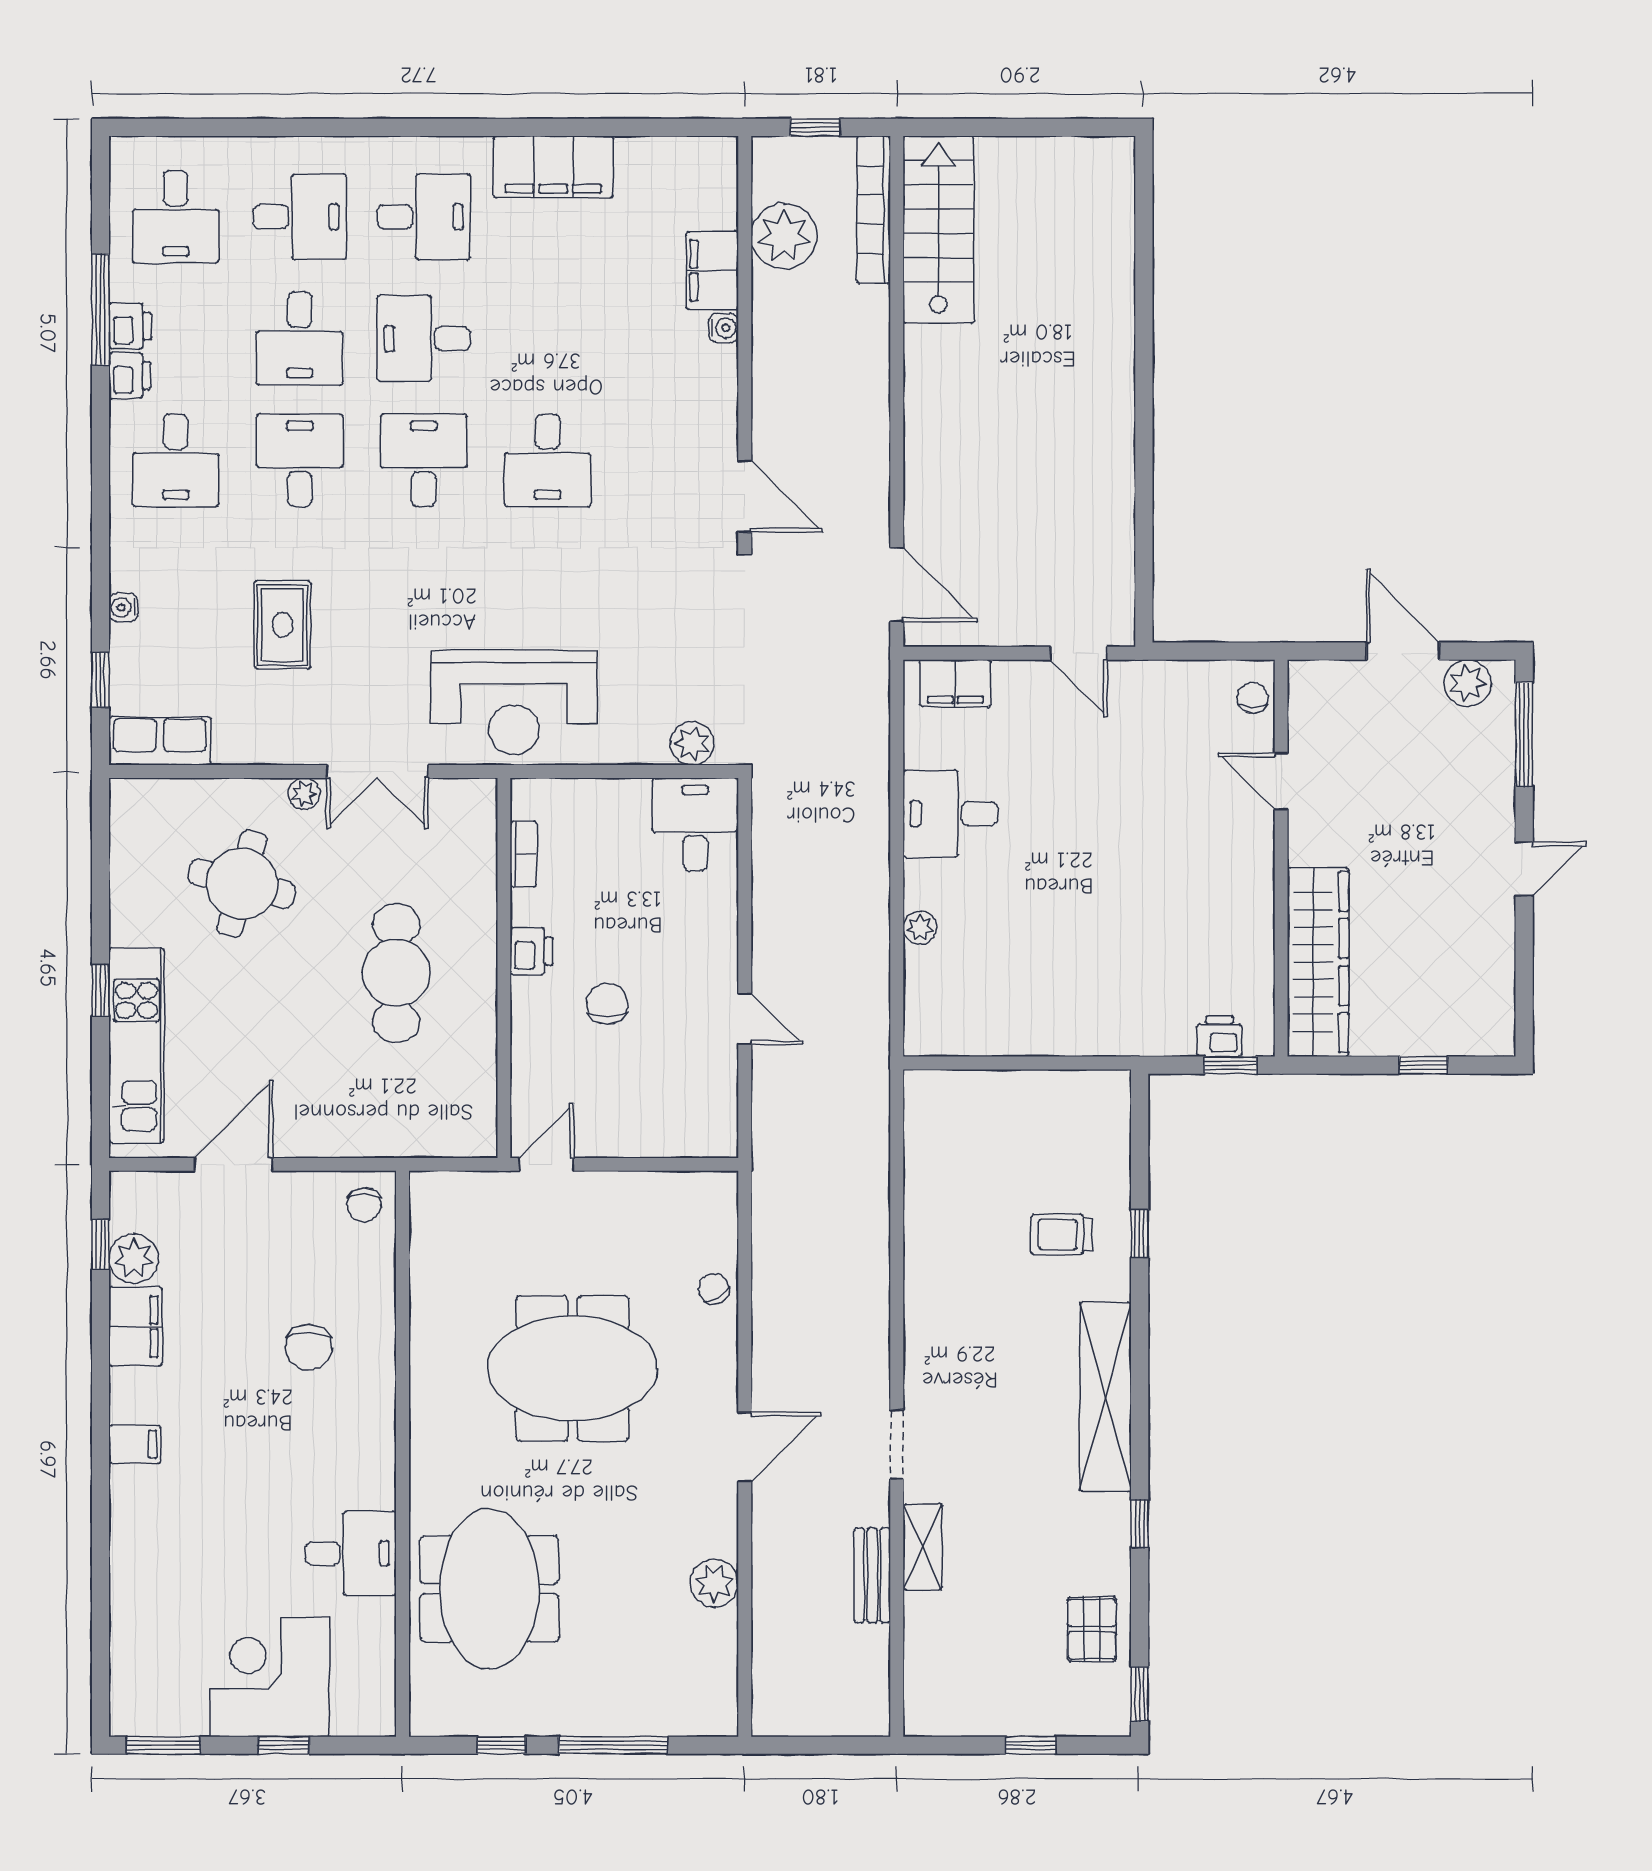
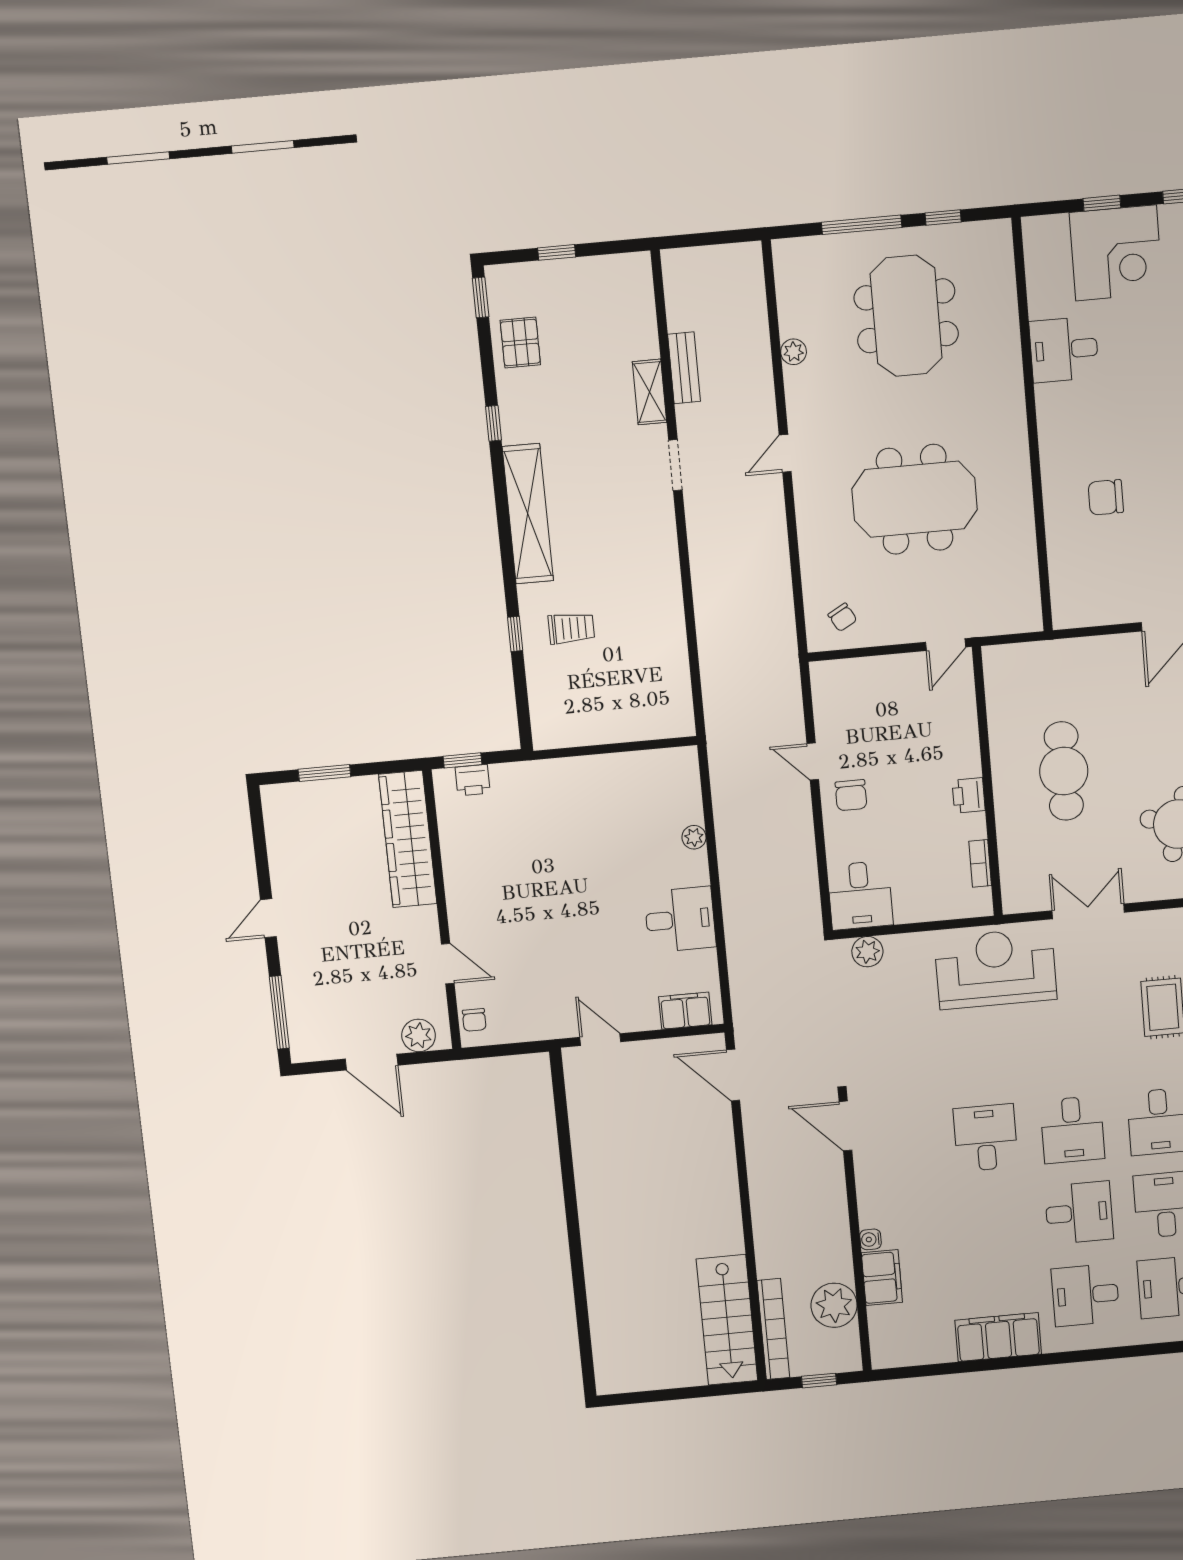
plant: (1468, 683) -> (419, 1035), moved
plant: (304, 794) -> (1139, 891), removed
chair: (607, 1004) -> (851, 795), moved
window: (1423, 1065) -> (324, 773), width x1.50
chair: (364, 1205) -> (1074, 604), removed
chair: (714, 1289) -> (842, 617), moved
chair: (309, 1347) -> (1106, 497), turned -90
door: (745, 1447) -> (785, 453), width x0.73
plant: (714, 1583) -> (794, 352), width x0.73, depth x0.73
meeting table: (489, 1589) -> (906, 316), moved

